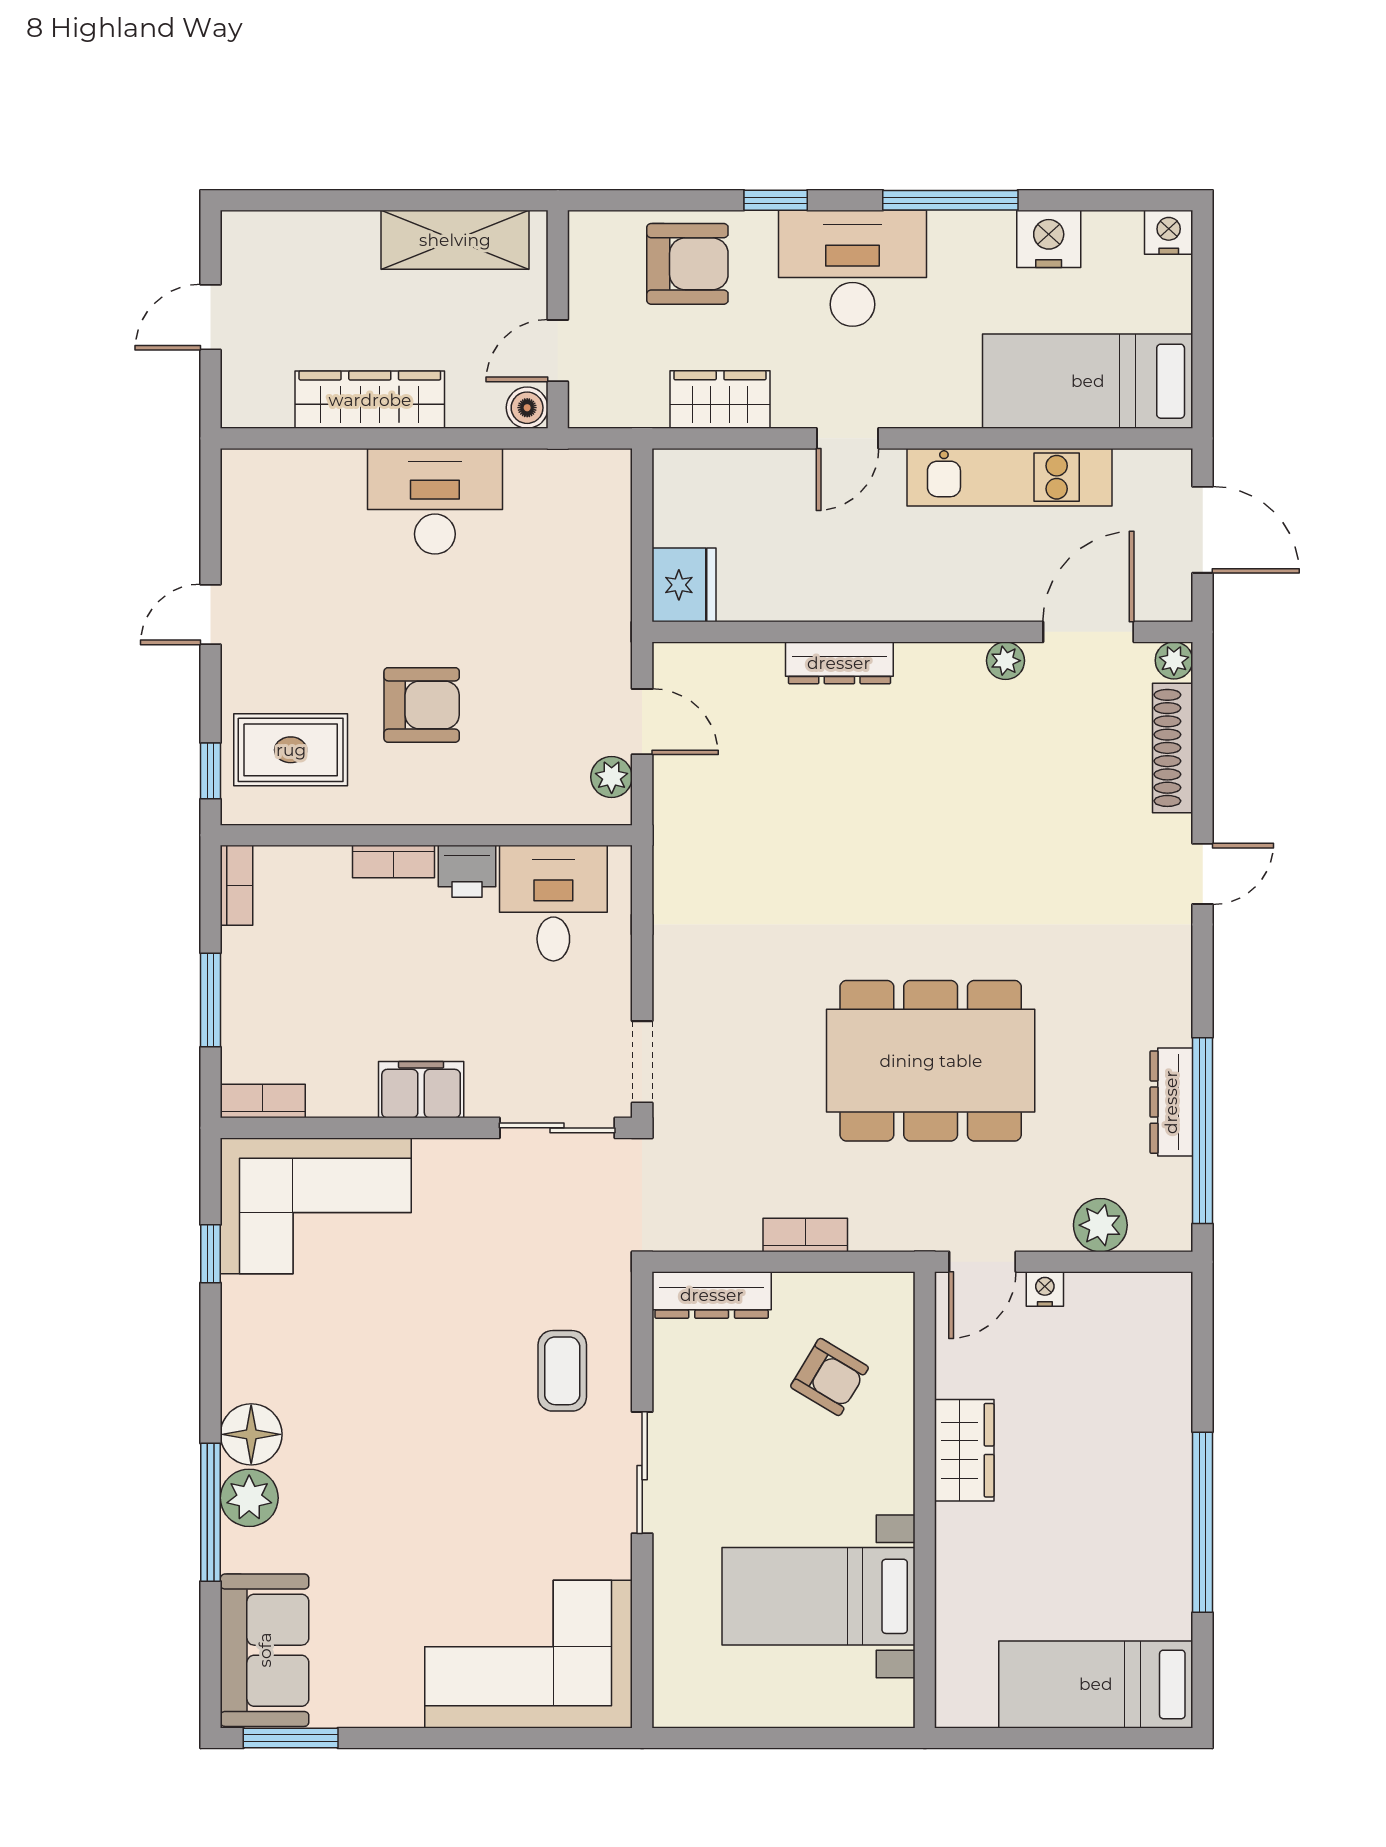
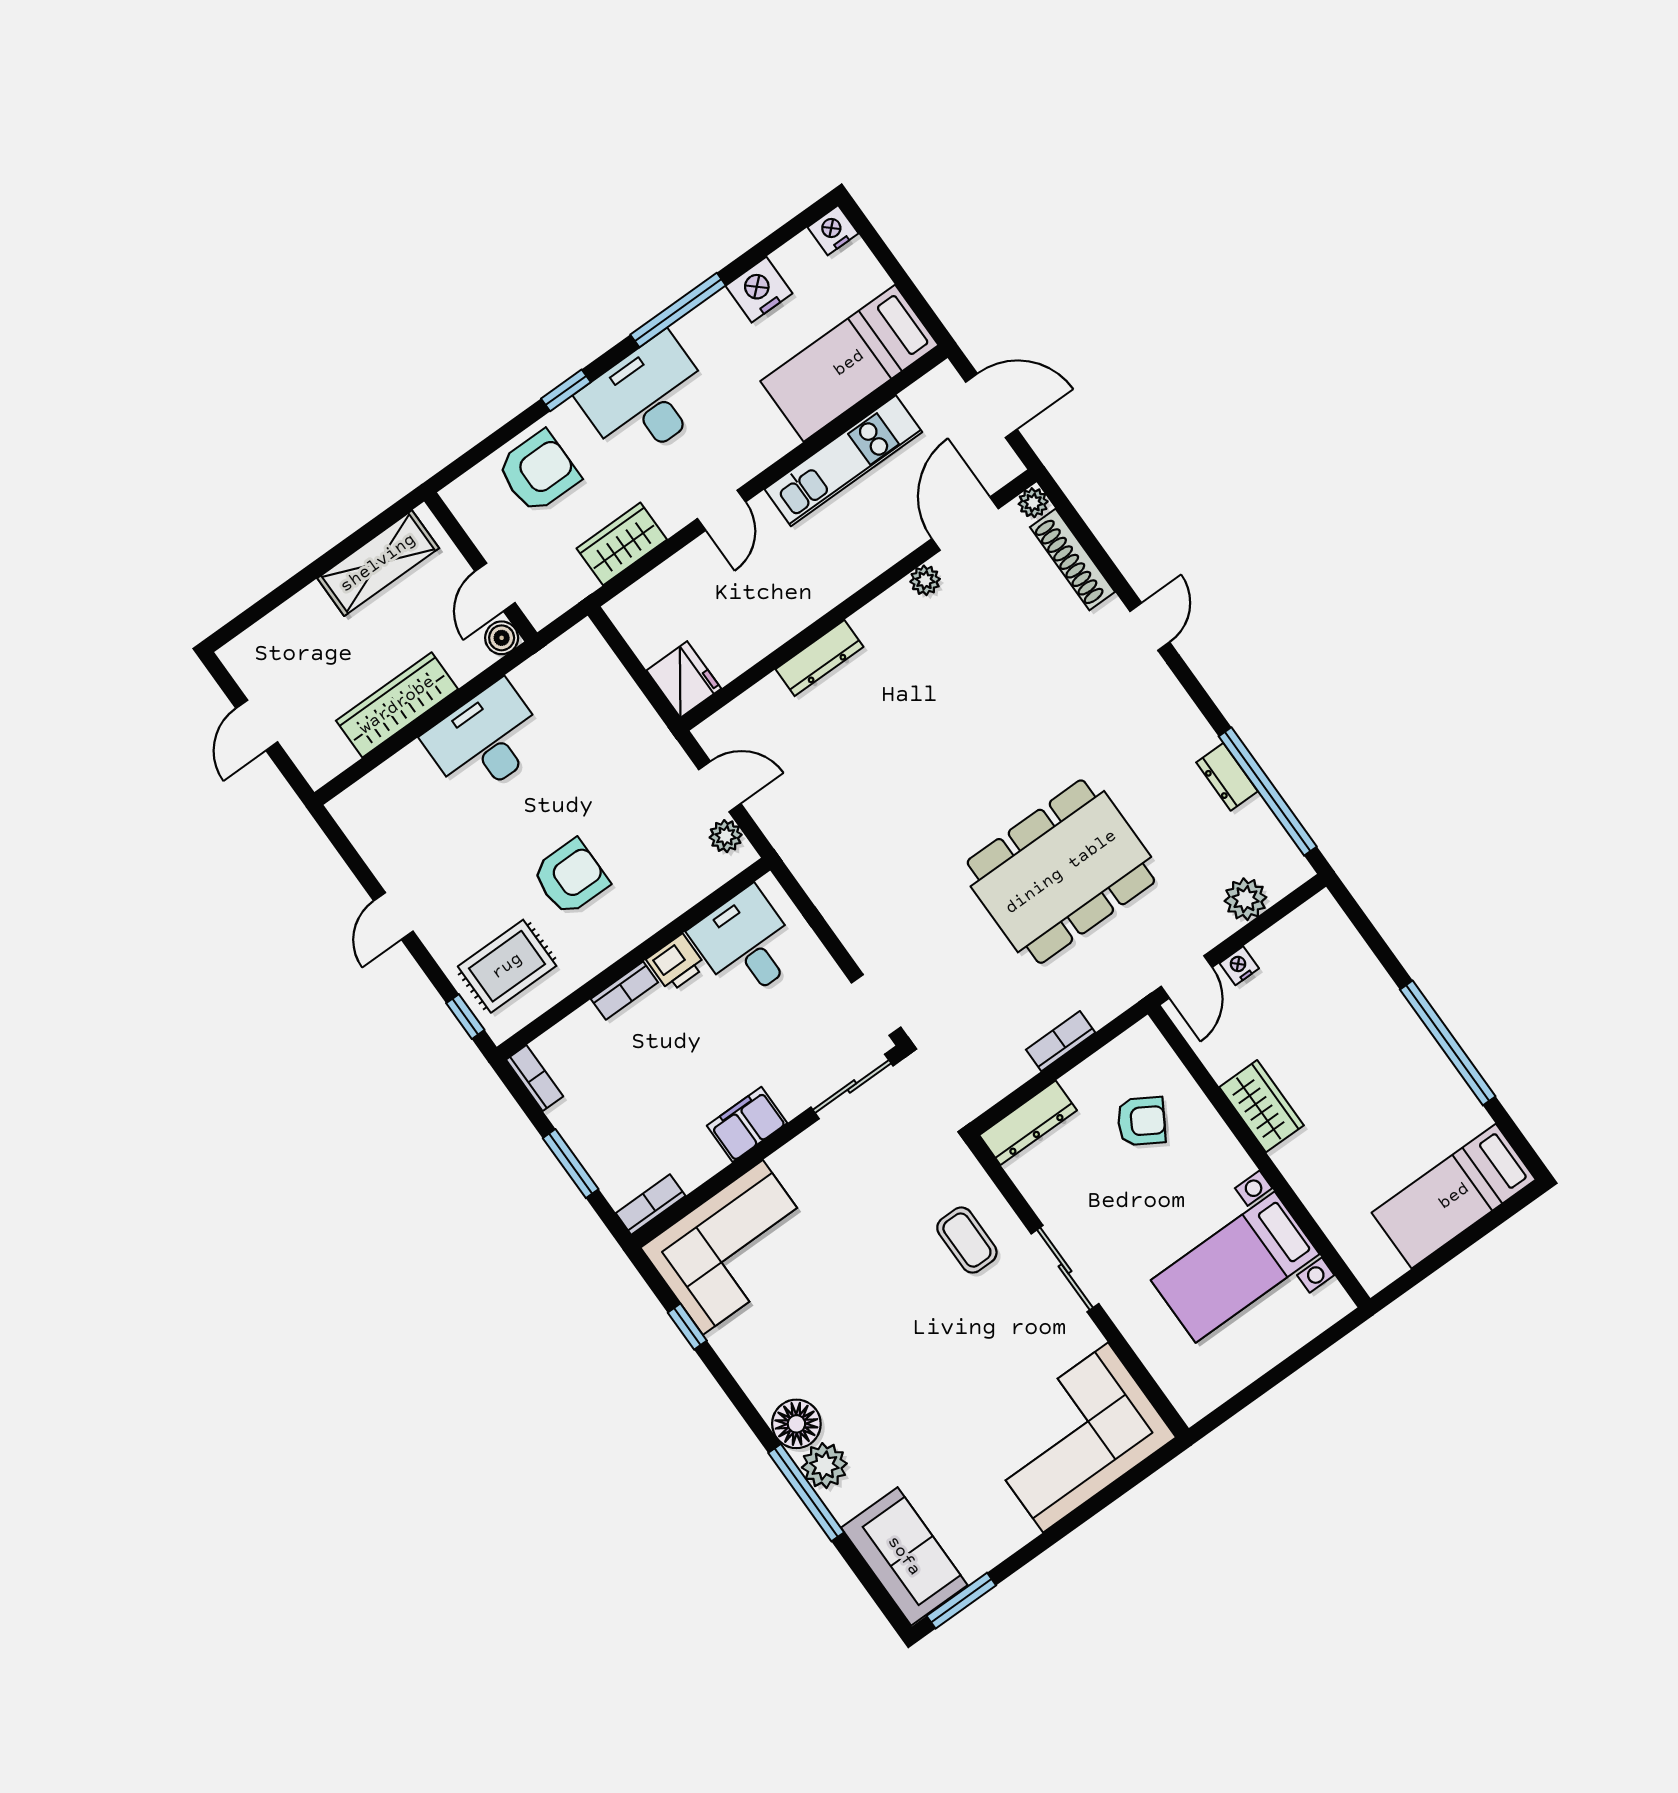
dresser: (1171, 1102) -> (1227, 777), width x0.70

